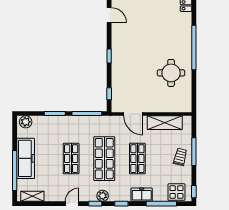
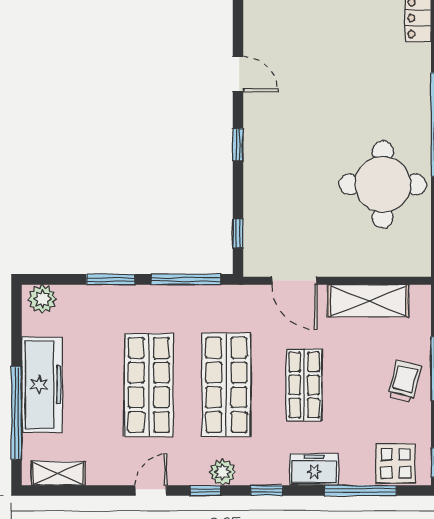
door: (109, 15) -> (238, 74), moved
round table: (171, 73) -> (383, 184), width x1.36, depth x1.36
shop shelf: (71, 159) -> (149, 385), width x1.43, depth x1.36

